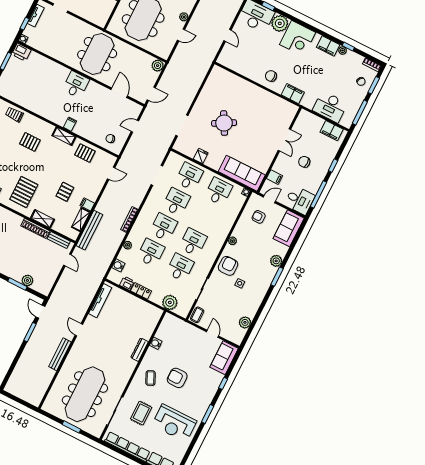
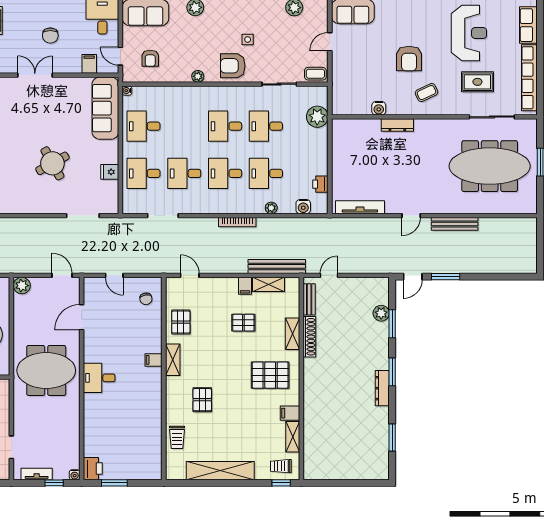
locker: (141, 291) -> (321, 161), removed

